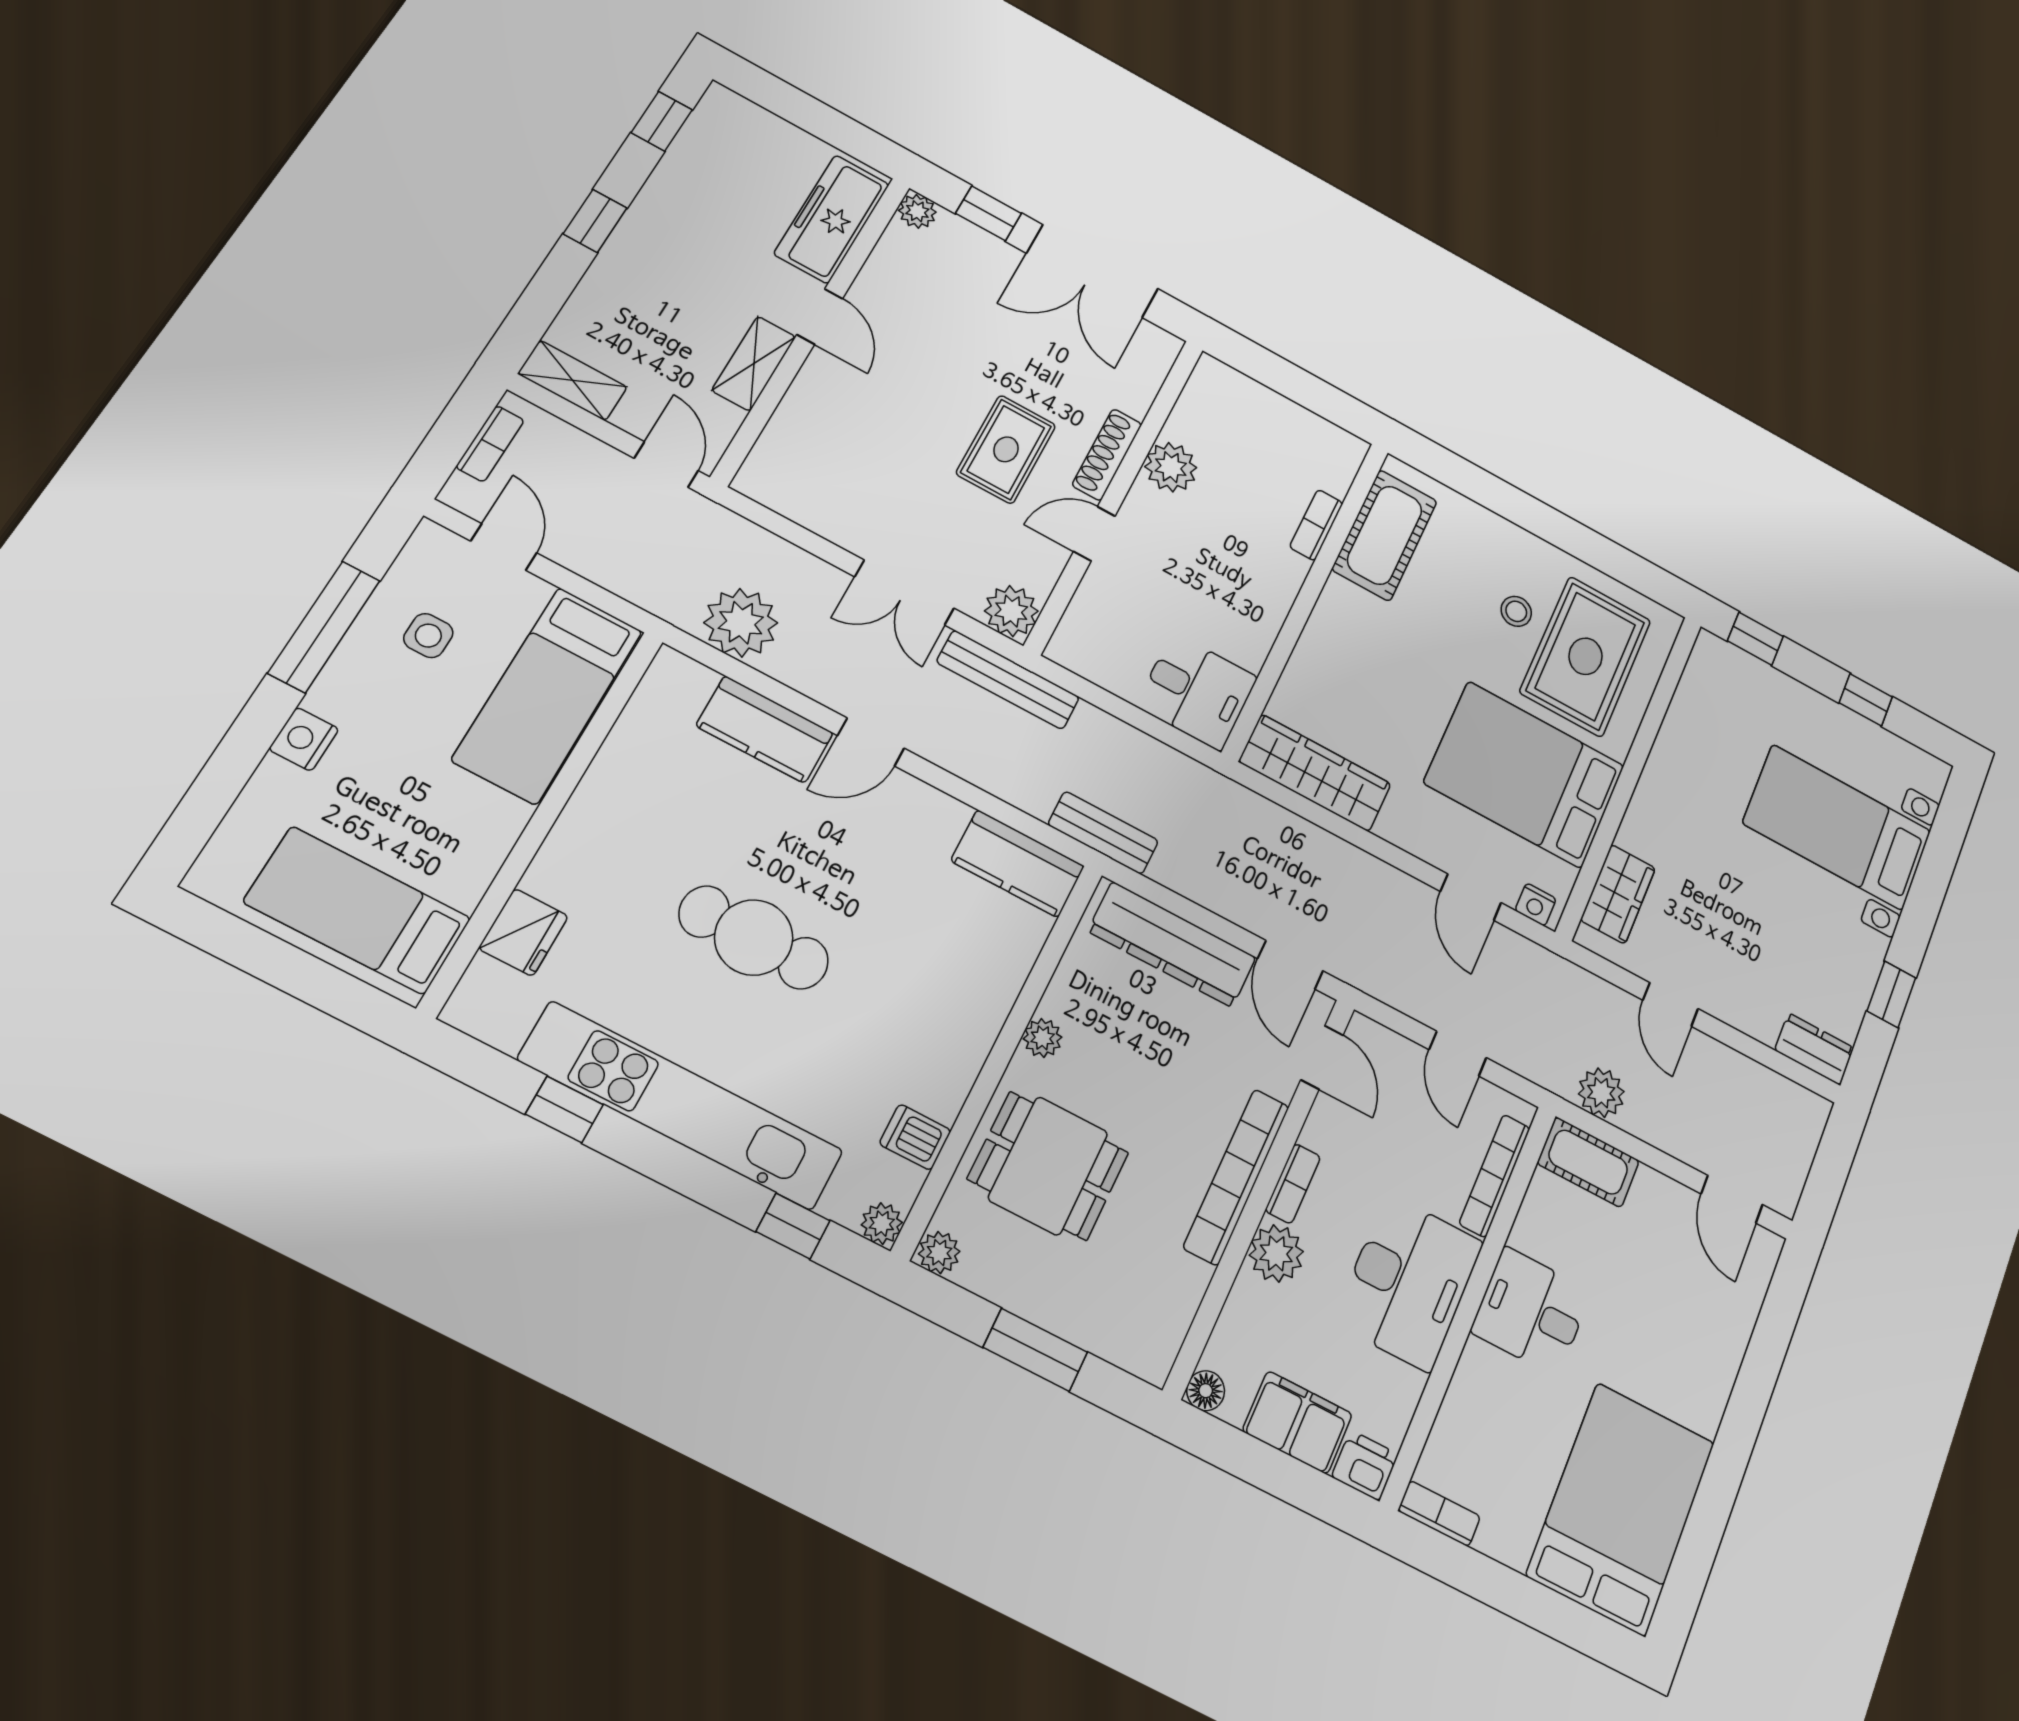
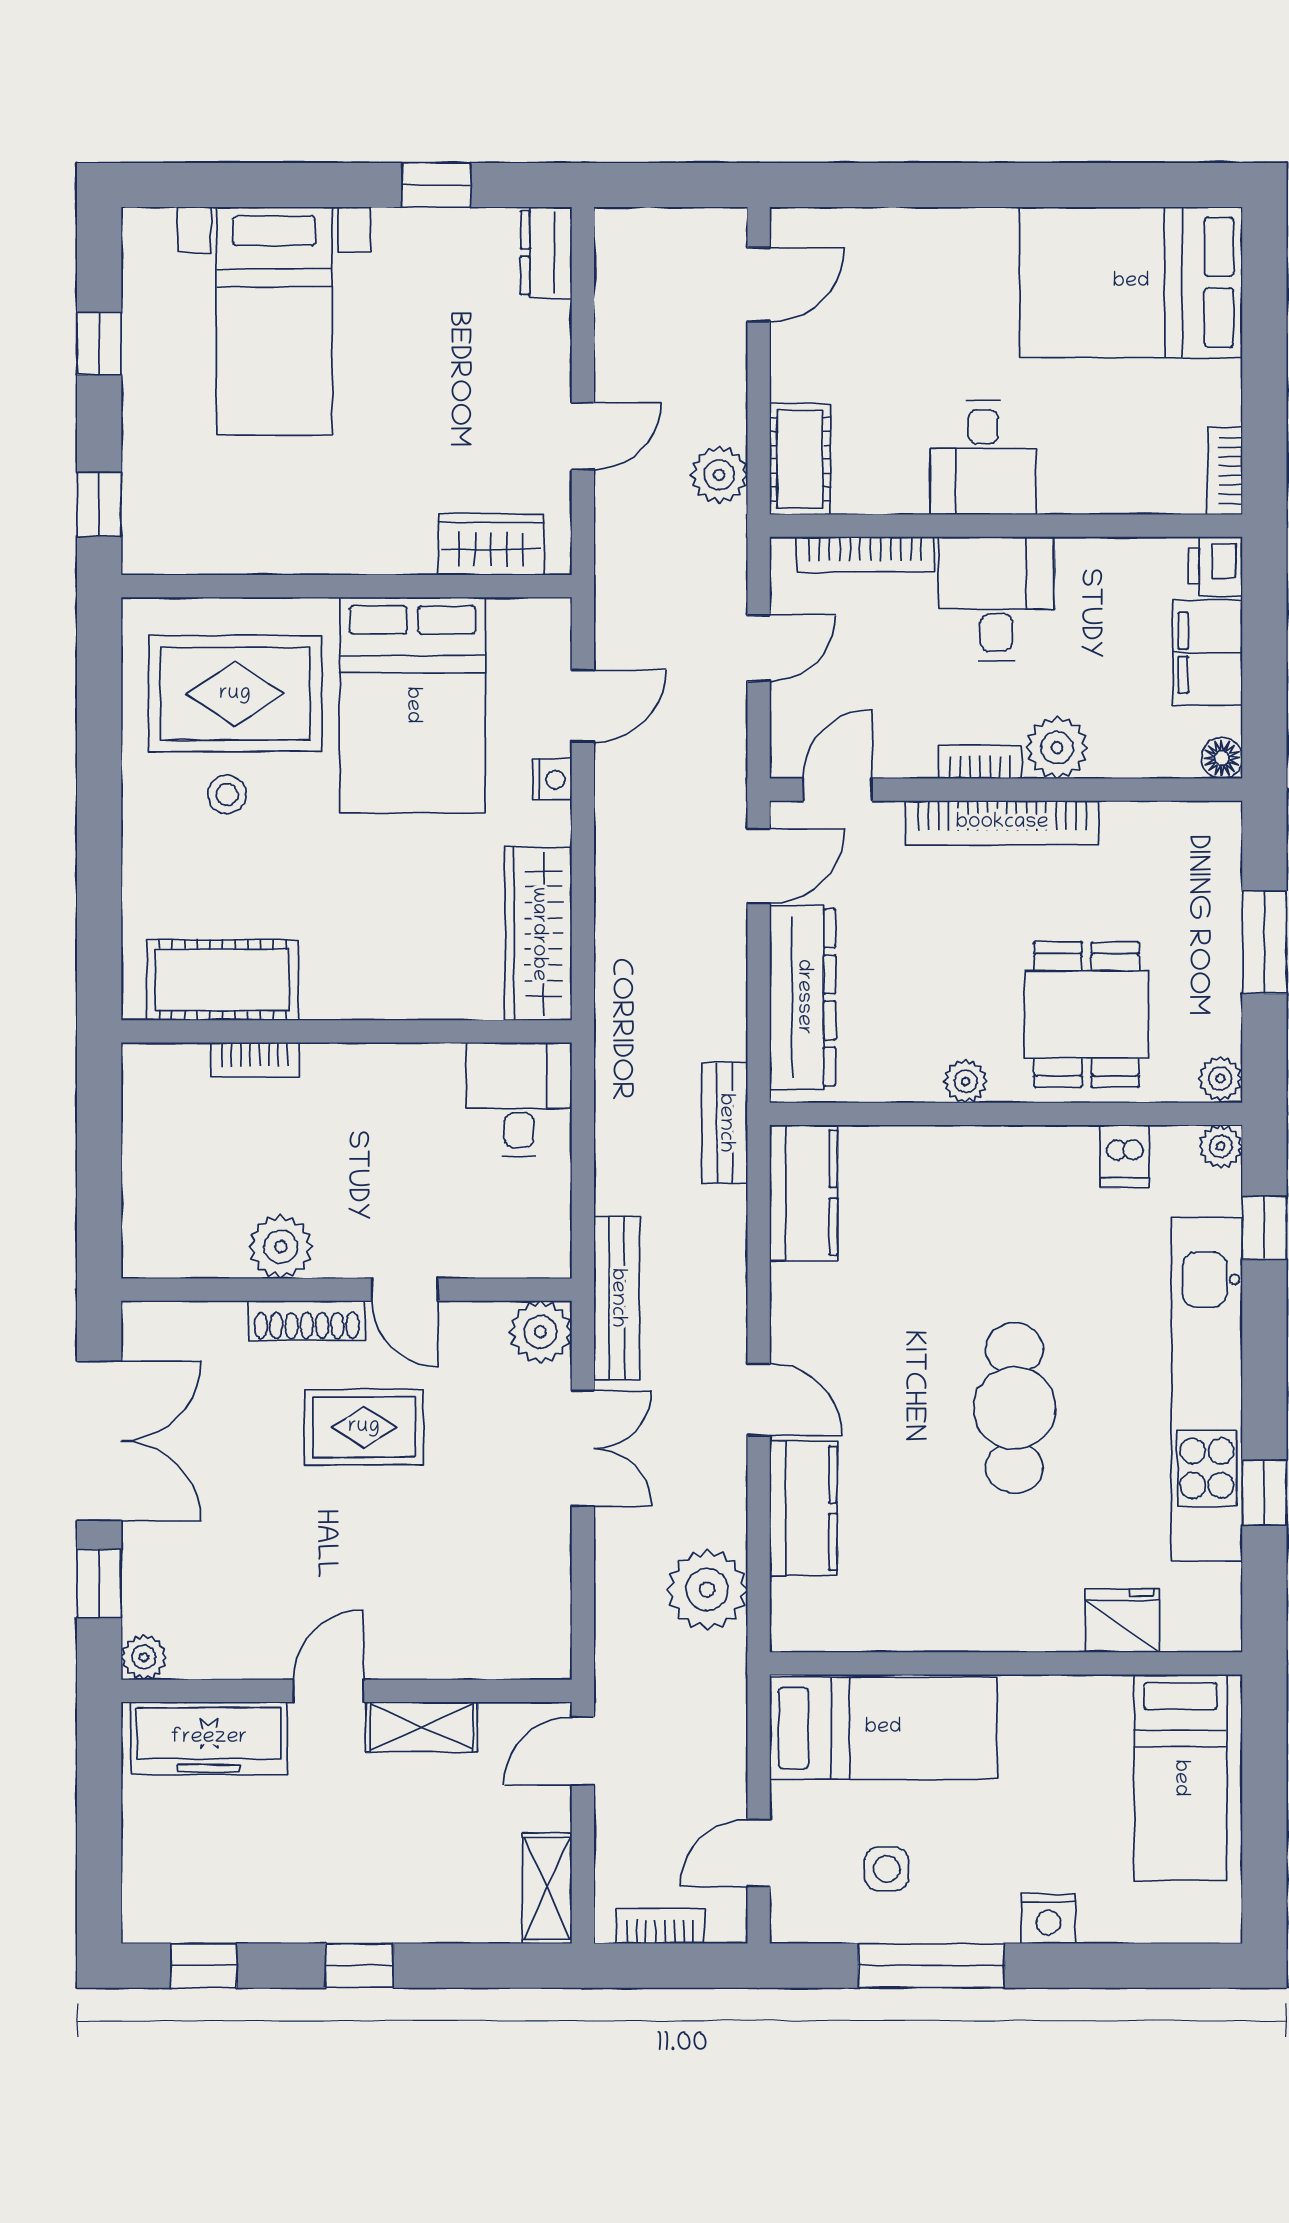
nightstand: (1536, 905) -> (553, 779), moved
desk: (1409, 1282) -> (996, 599), width x0.73

